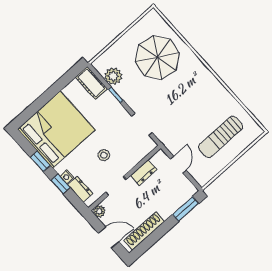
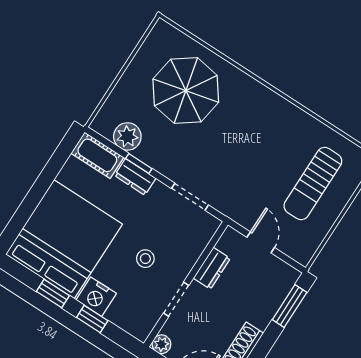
nightstand: (67, 177) -> (96, 297), width x1.89, depth x1.79
dresser: (80, 189) -> (135, 177), moved, turned 180

